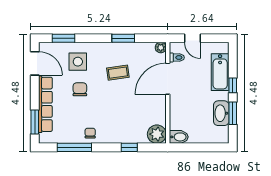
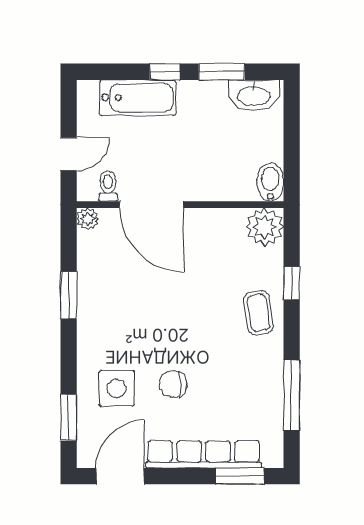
coffee table: (118, 73) -> (259, 313), moved
washbasin: (221, 113) -> (254, 95), moved
chair: (90, 133) -> (262, 363), removed

